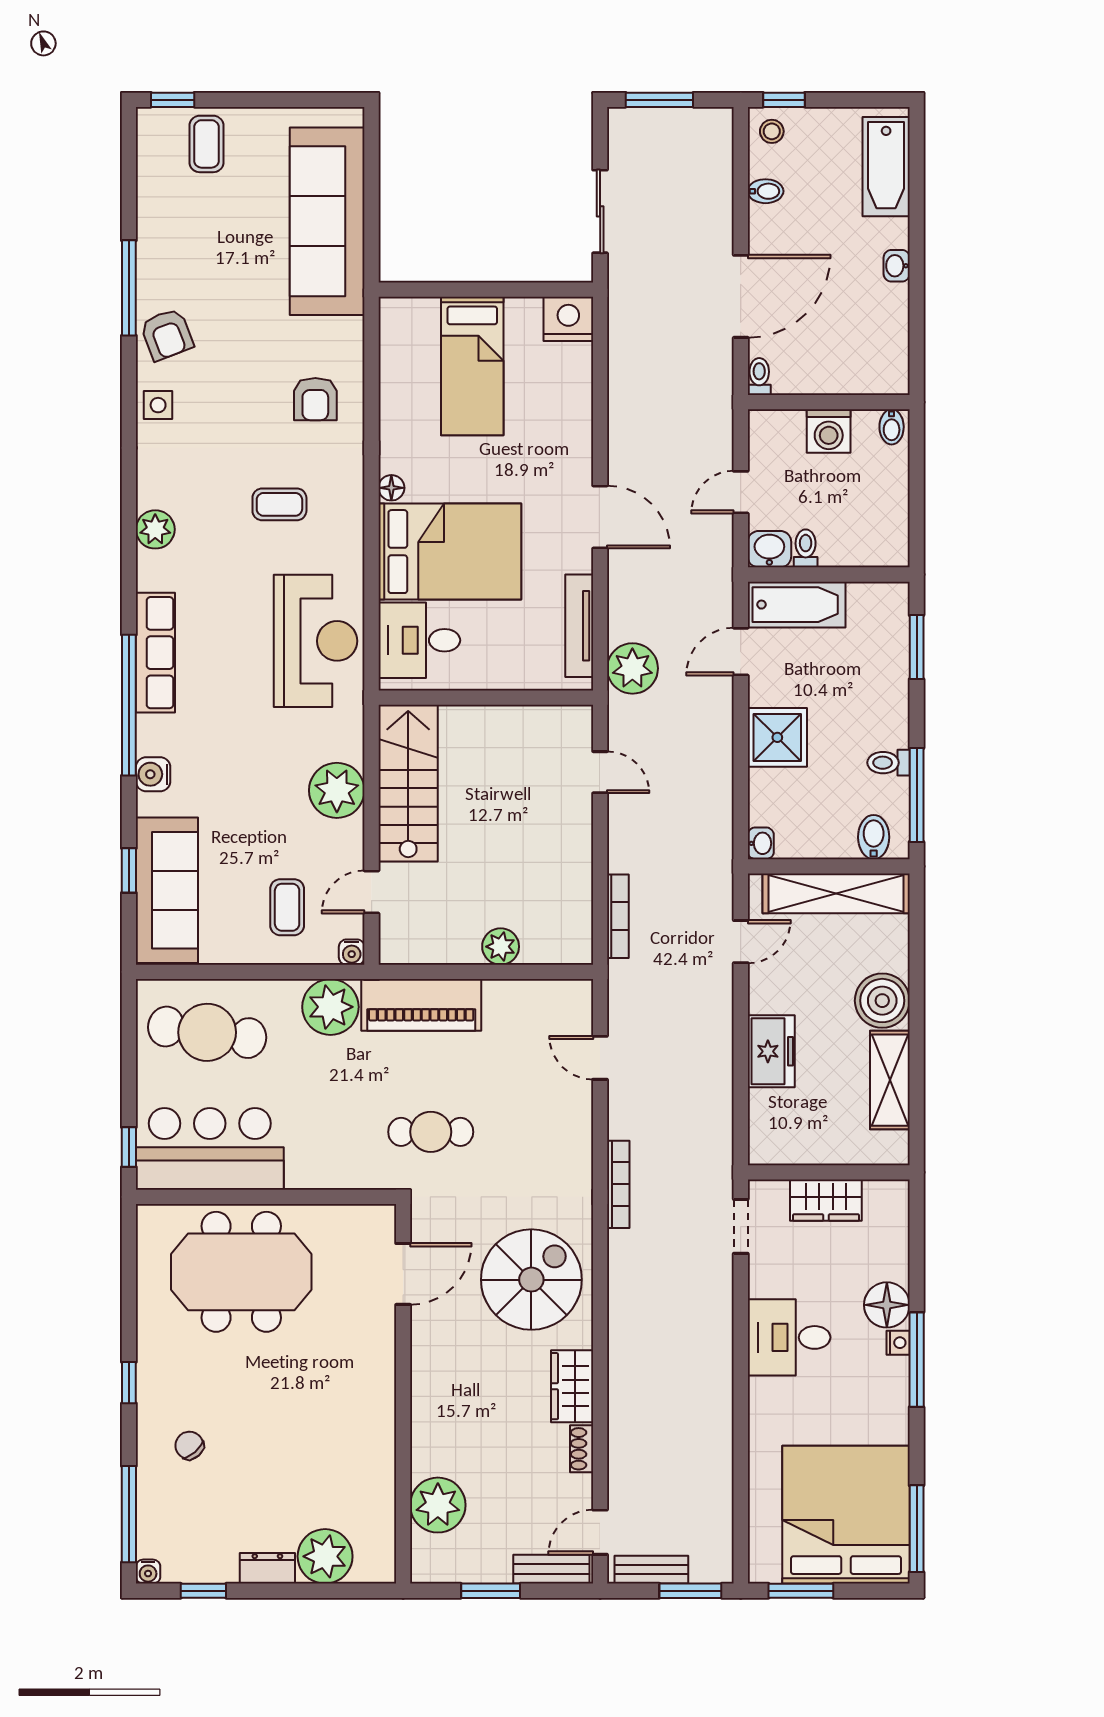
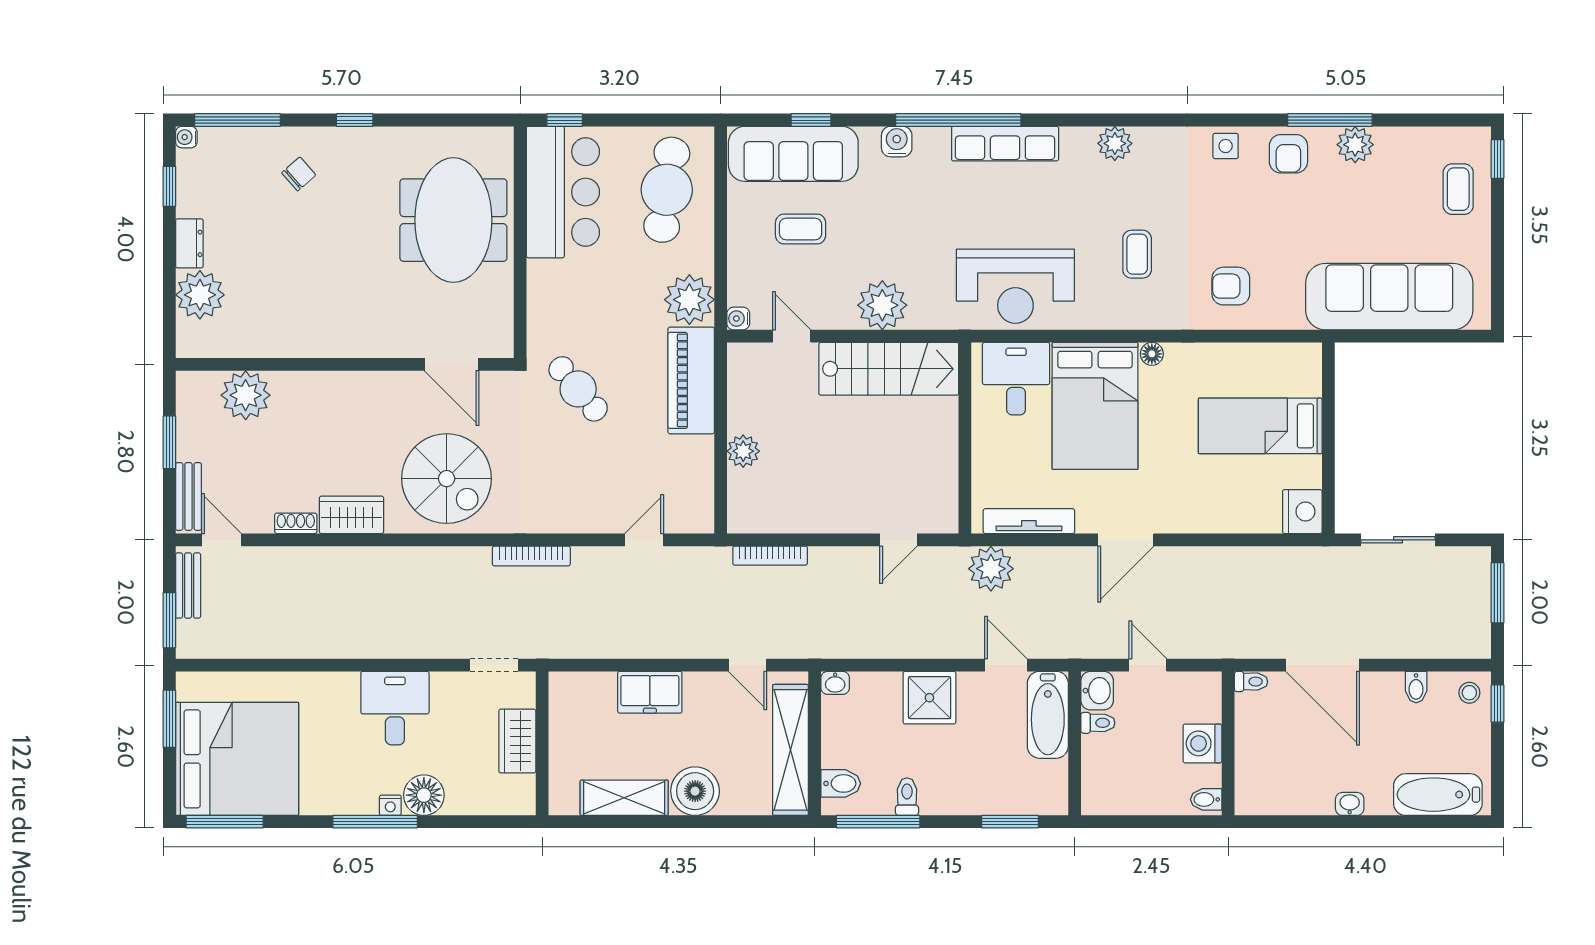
coffee table: (206, 144) -> (1458, 189), turned 90
plant: (157, 260) -> (1355, 145), added
armchair: (167, 334) -> (1288, 154), turned -69
coffee table: (287, 907) -> (801, 229), moved
cafe table: (431, 1132) -> (578, 389), turned -40

